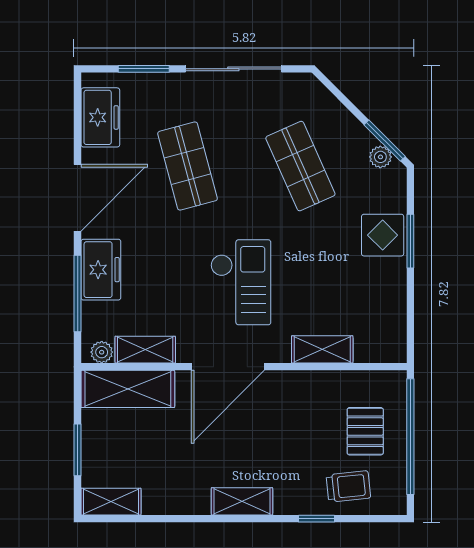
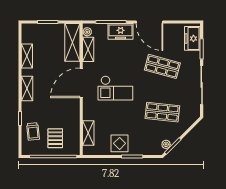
freezer: (100, 117) -> (192, 38), moved, turned 90
shop shelf: (188, 166) -> (162, 66), turned 30
shop shelf: (300, 166) -> (162, 112), turned 30
display table: (383, 235) -> (120, 143), moved
shelving: (322, 349) -> (88, 133), moved
door: (228, 367) -> (81, 83), hinge flipped
pallet: (365, 431) -> (55, 138), turned 90
shelving: (111, 502) -> (27, 56), moved

